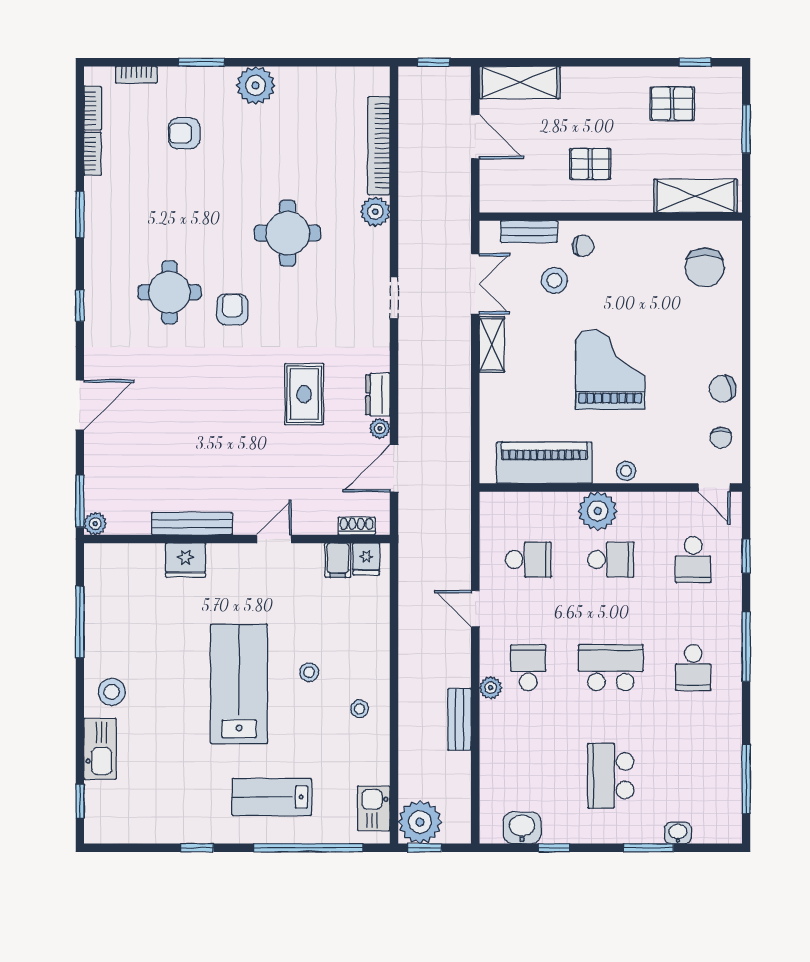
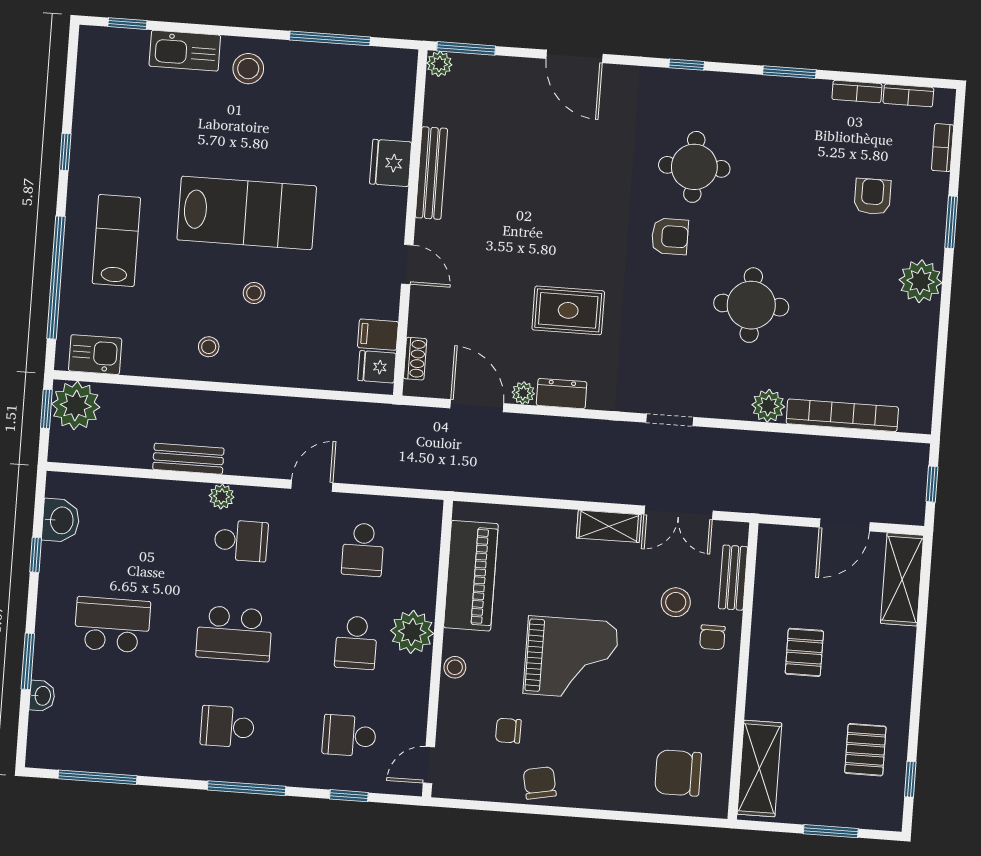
chair: (721, 438) -> (508, 731), moved
school desk: (611, 668) -> (234, 634), turned 90

